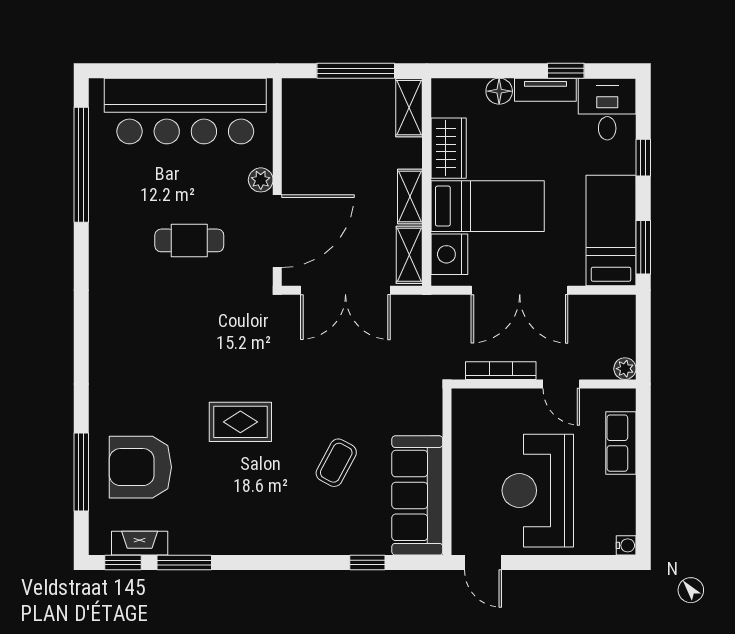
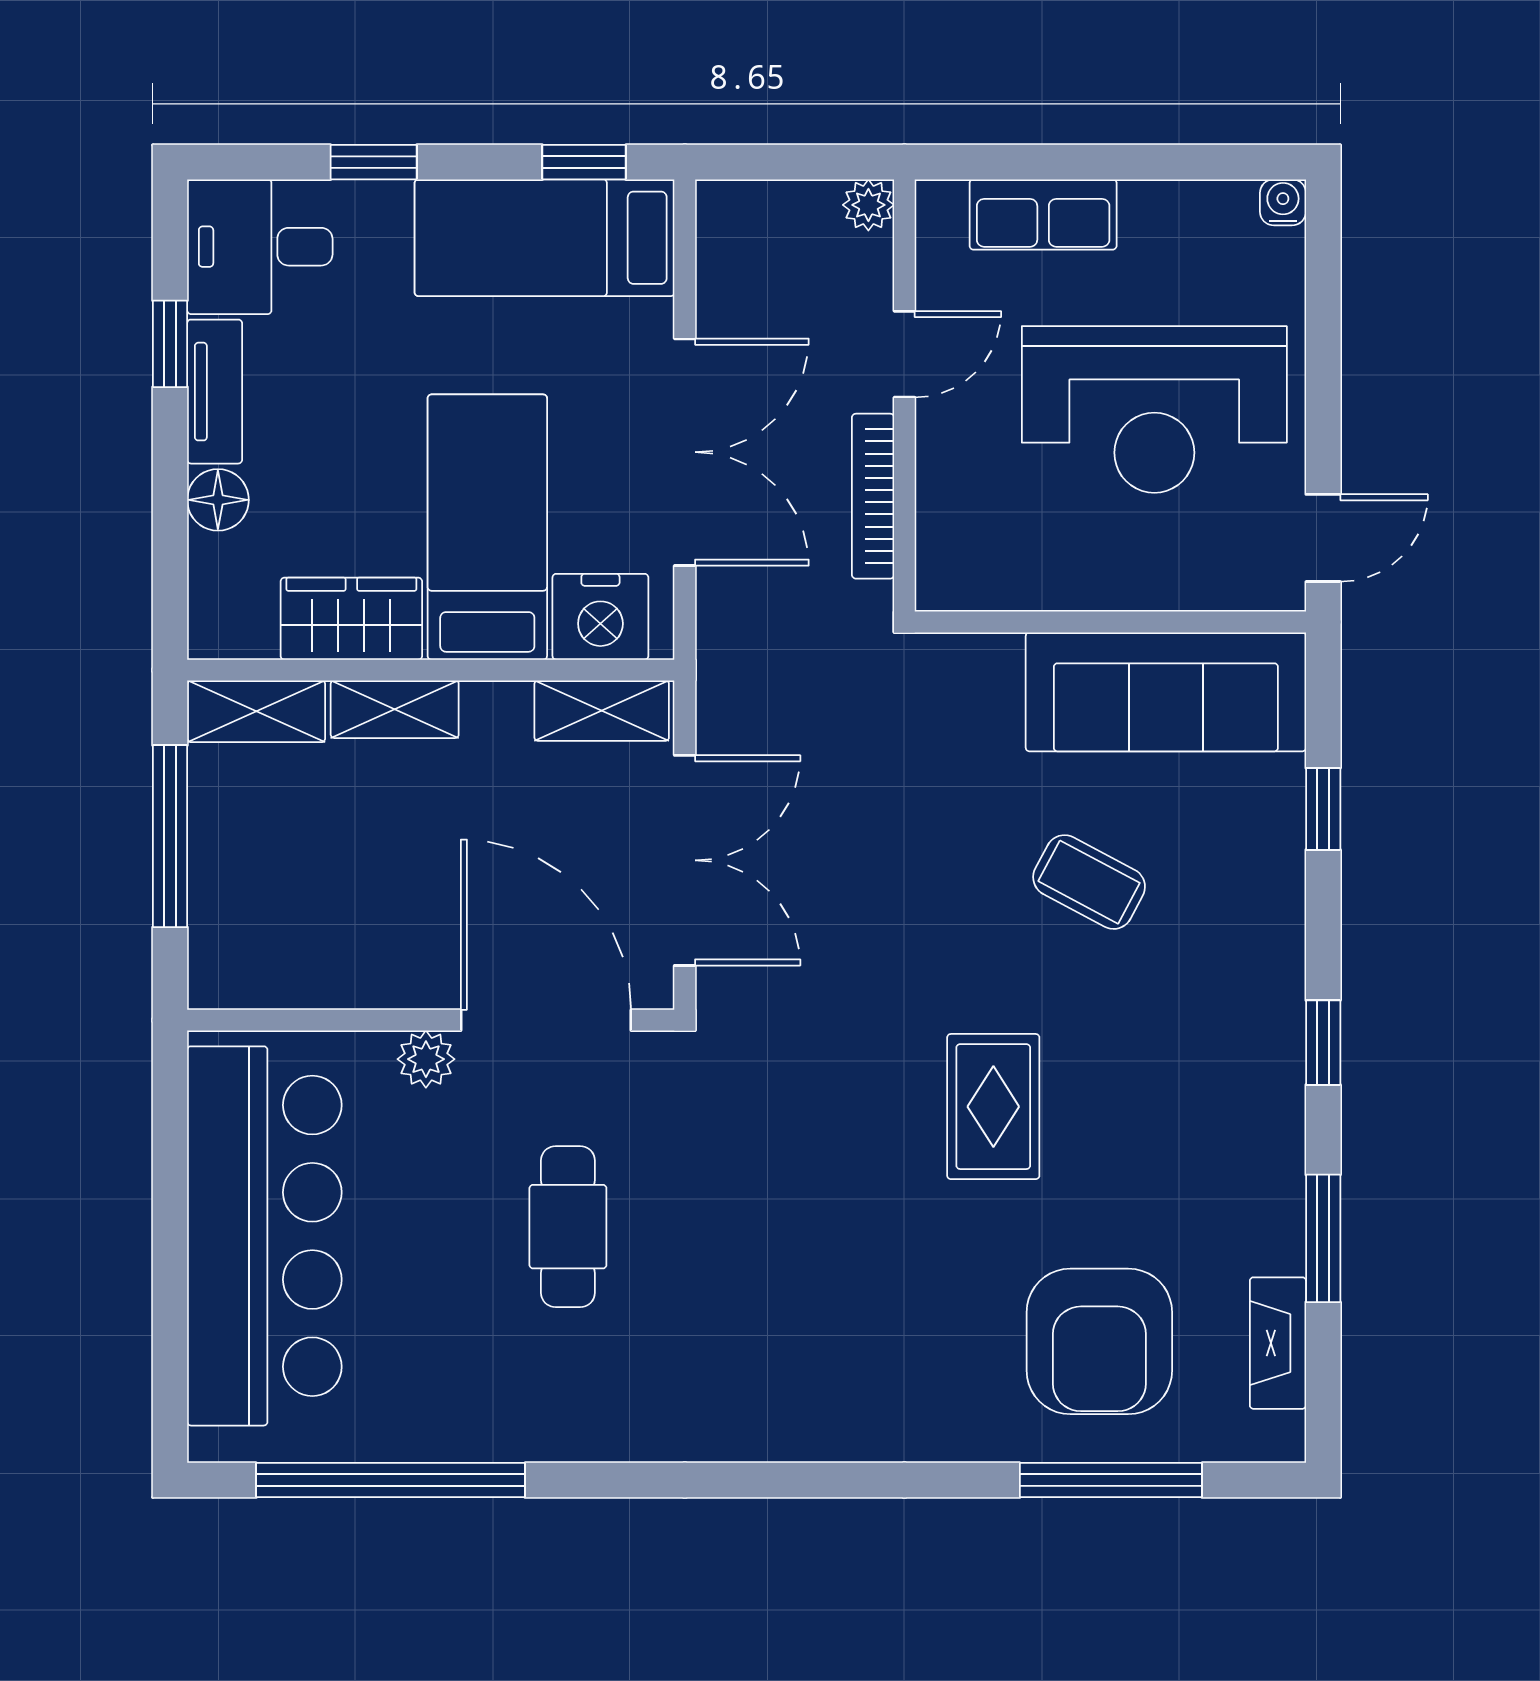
shelving: (410, 196) -> (395, 709), moved
window: (643, 247) -> (584, 162), width x0.67
window: (123, 563) -> (1323, 1043), moved

